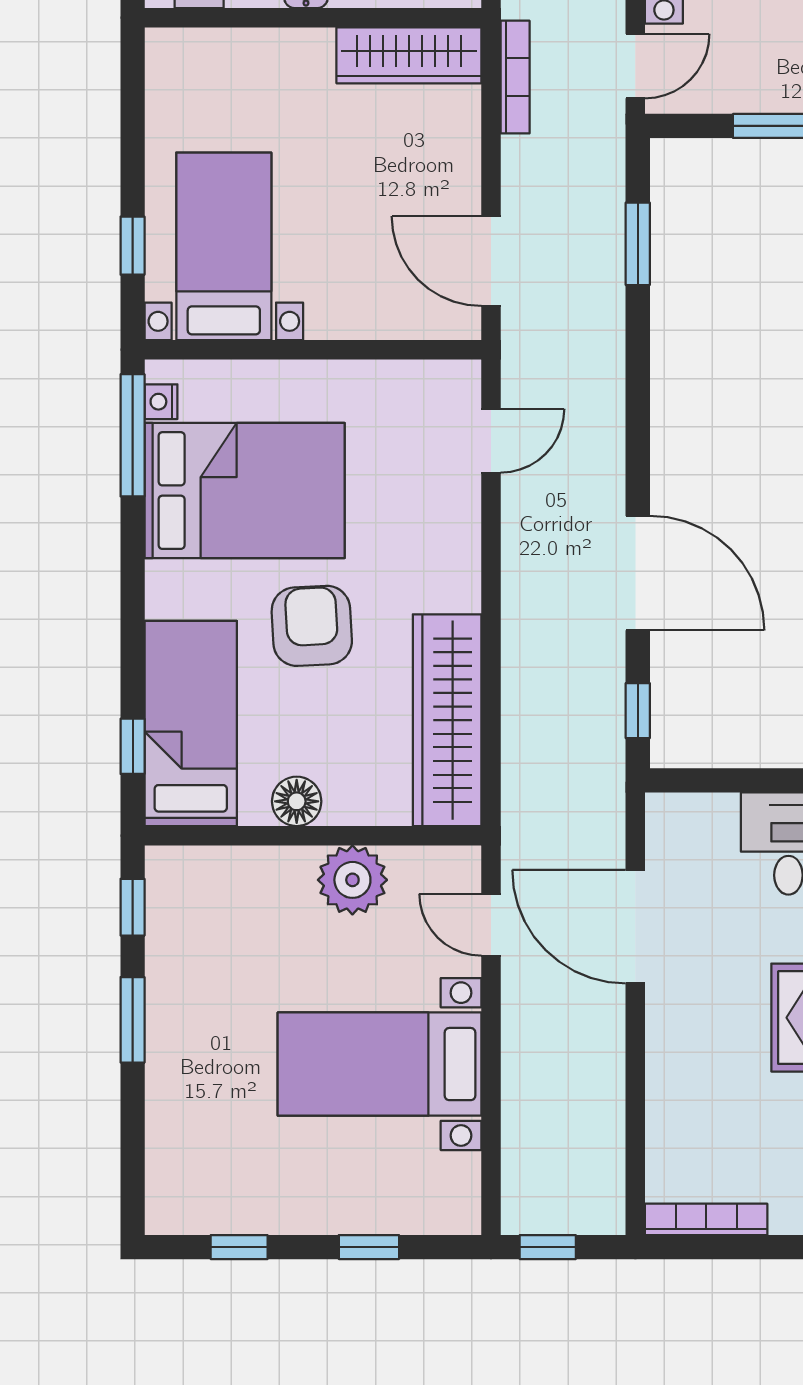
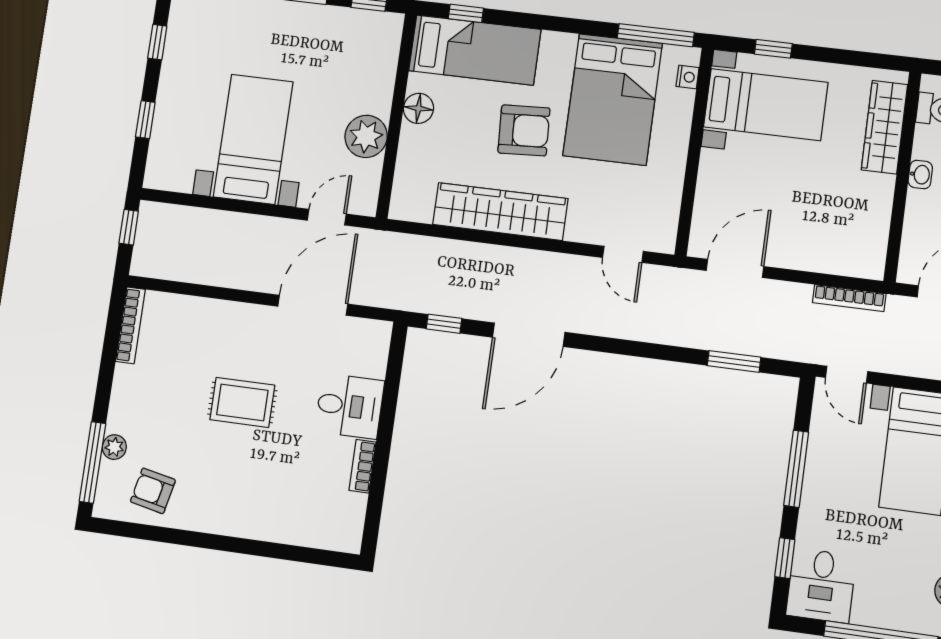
wardrobe: (409, 55) -> (884, 127), moved
nightstand: (161, 402) -> (688, 77), moved, turned 90
wardrobe: (447, 720) -> (500, 212), moved

